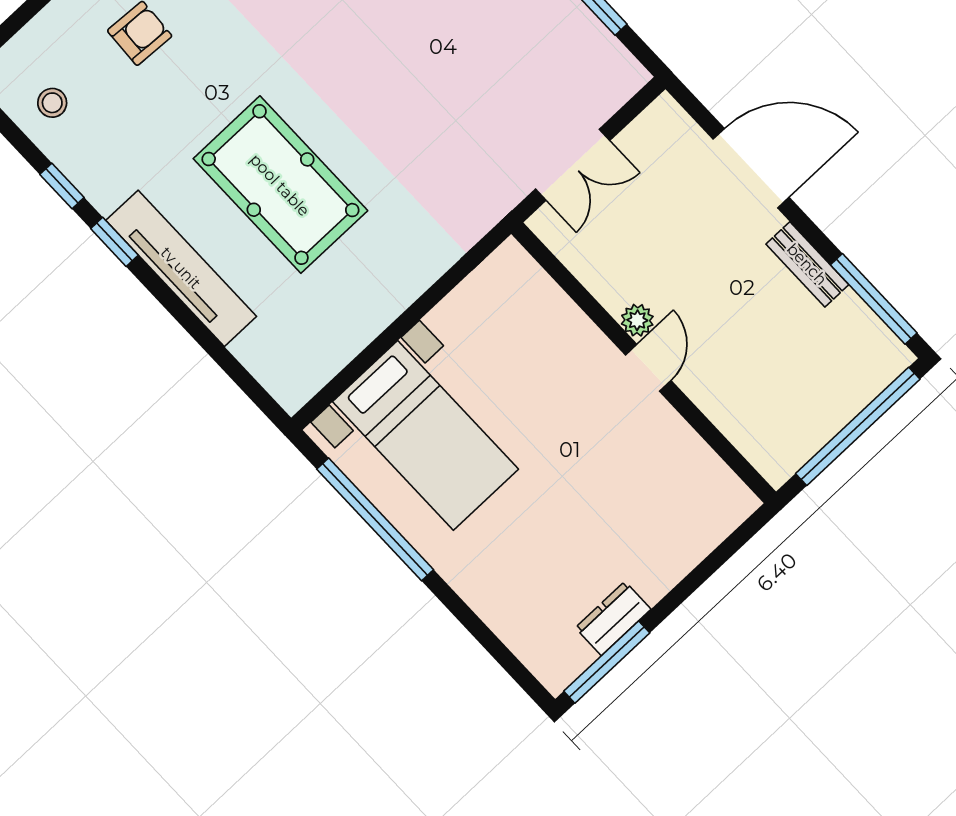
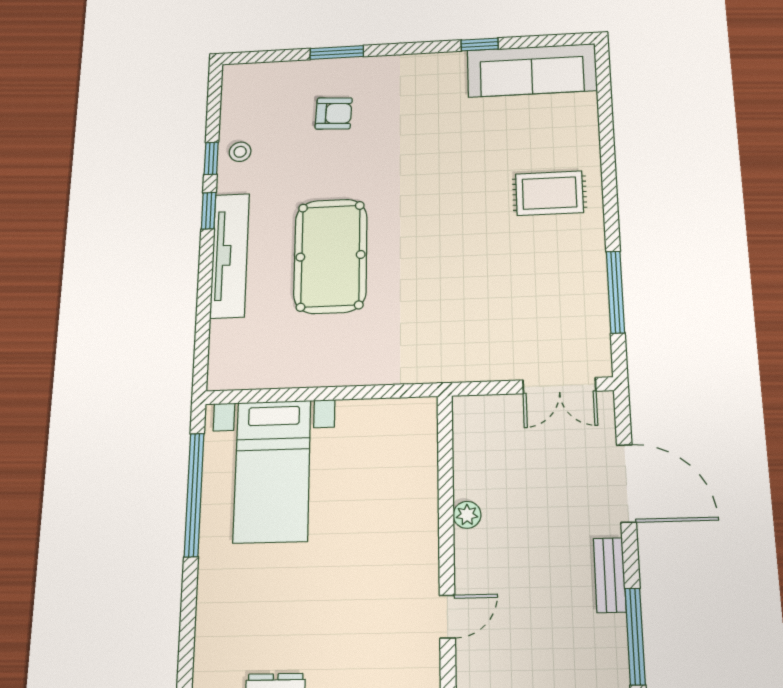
stool: (52, 103) -> (240, 152), moved
double door: (573, 165) -> (559, 386), moved
door: (648, 368) -> (447, 617), moved

